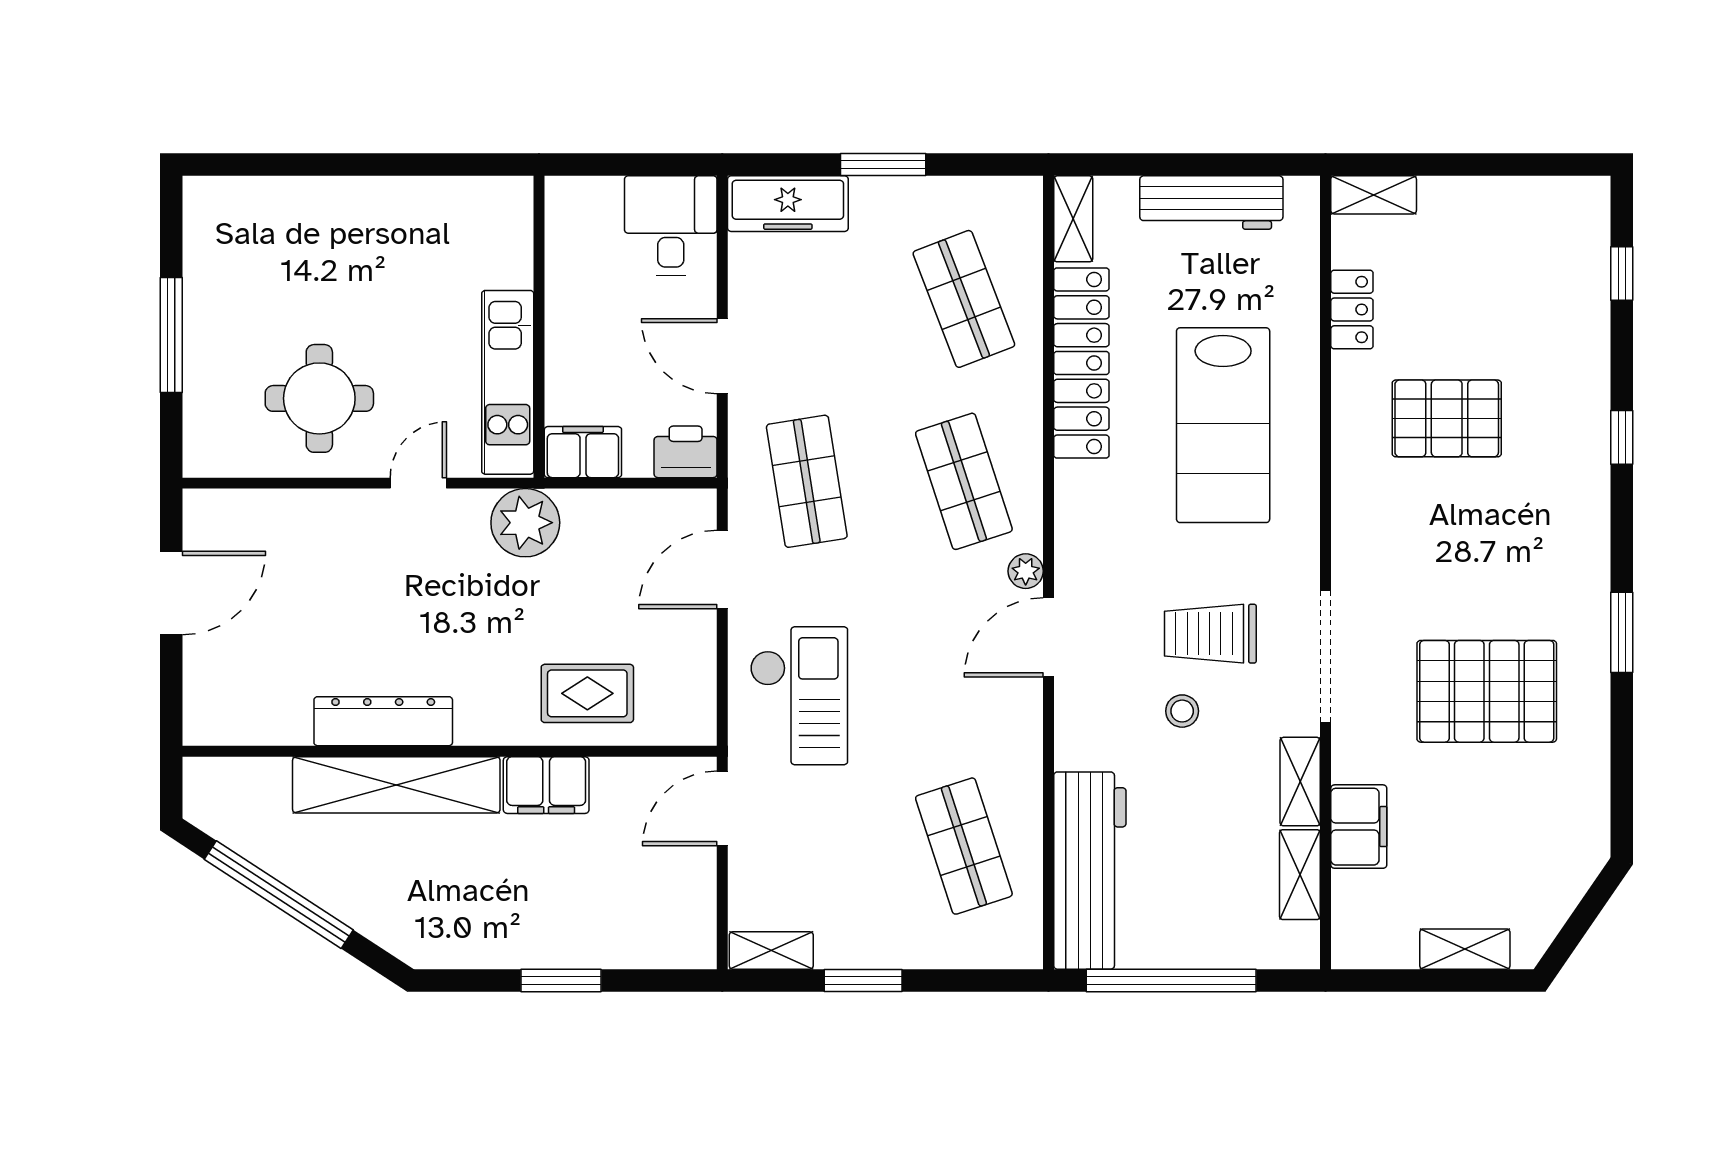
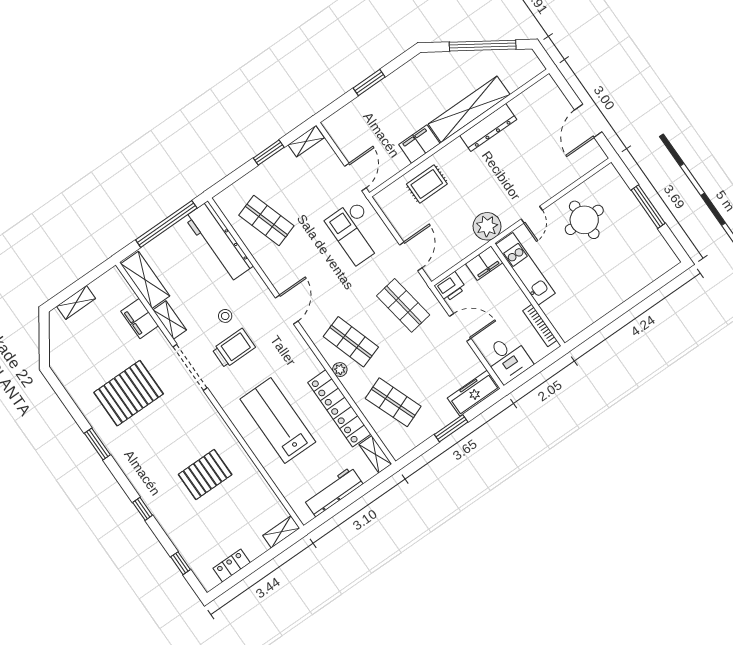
bookcase: (558, 247) -> (540, 325), added
locker: (1352, 309) -> (232, 566), moved, turned 90
plant: (1026, 571) -> (340, 370), moved
shelving: (1300, 875) -> (145, 280), width x1.50, depth x1.33

